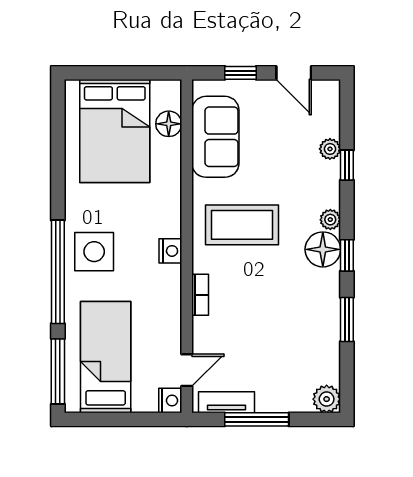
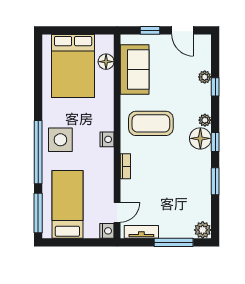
window: (257, 419) -> (174, 242), moved

